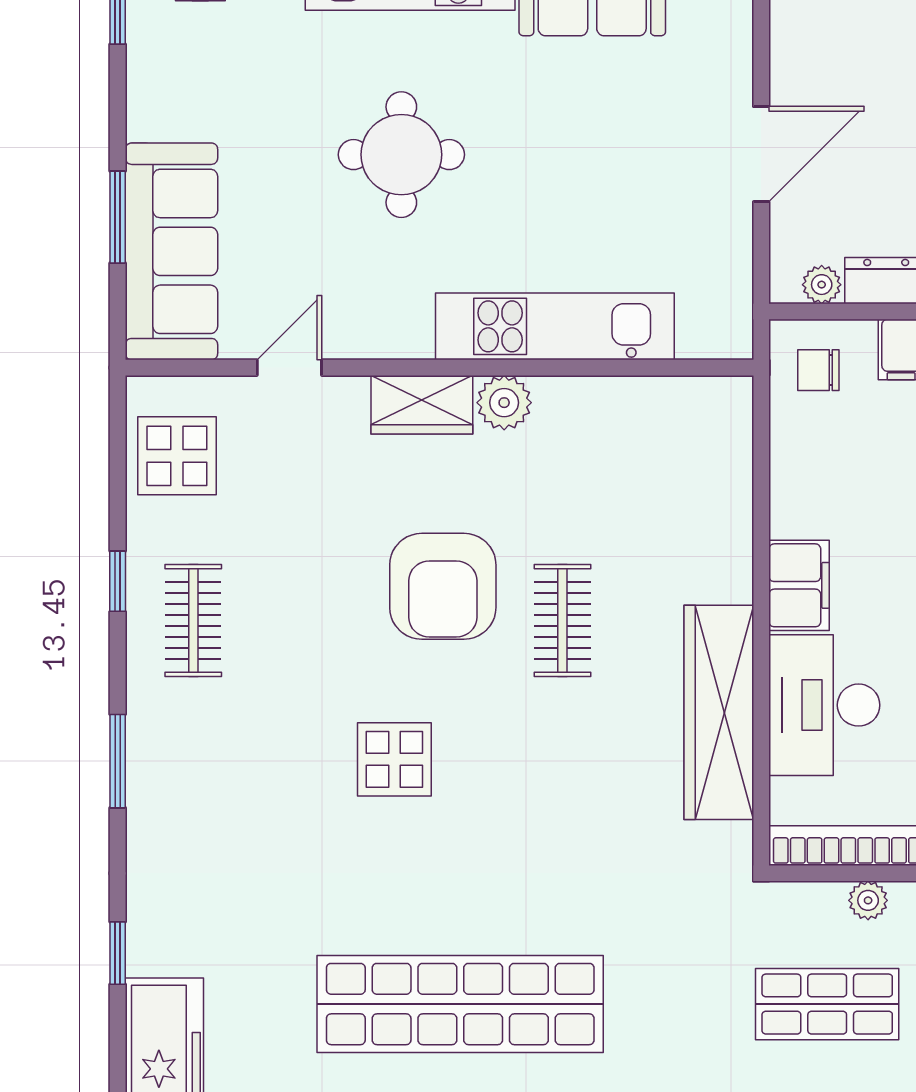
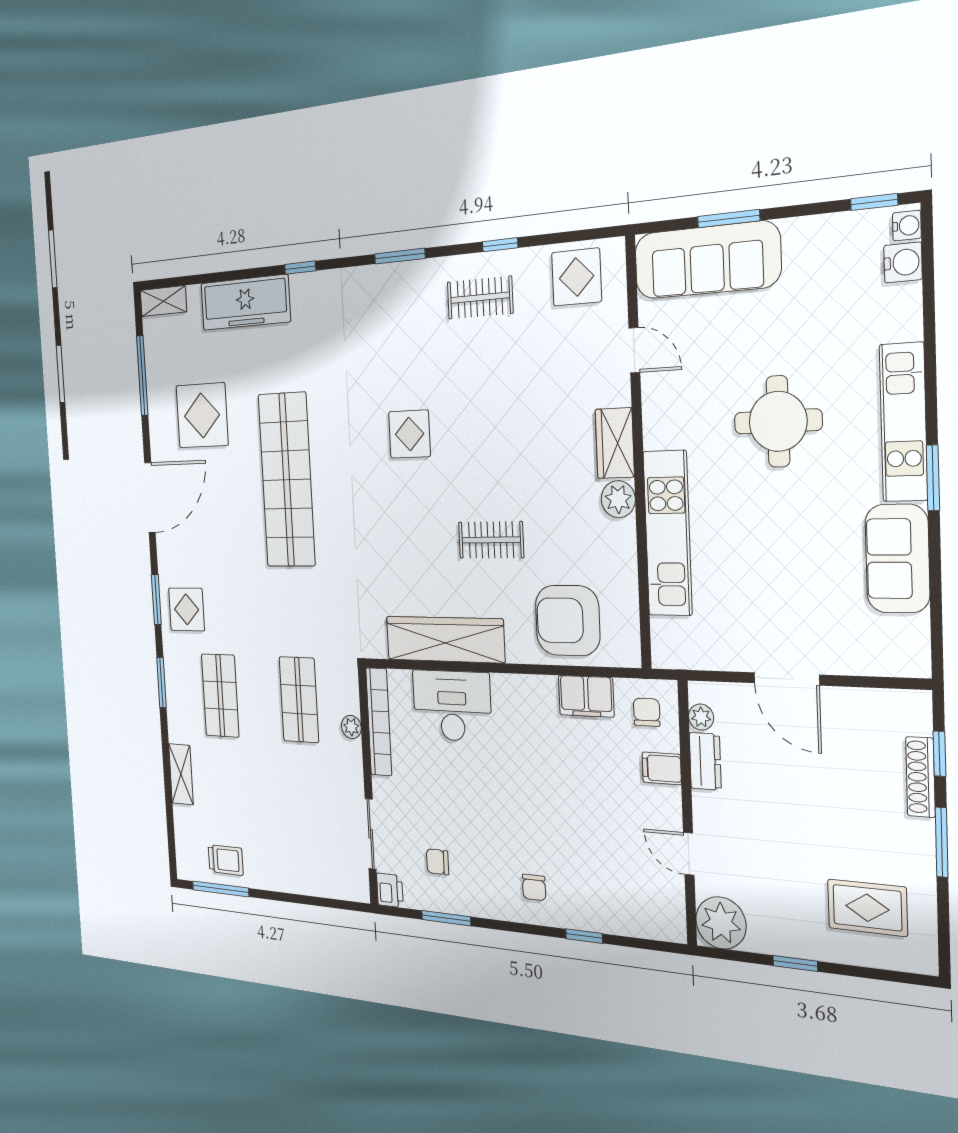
filing cabinet: (799, 585) -> (586, 696), moved
armchair: (443, 586) -> (568, 620), moved

